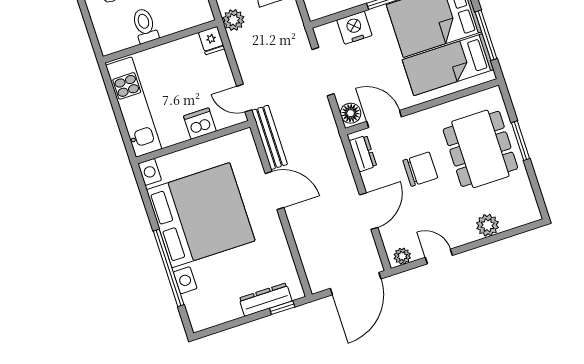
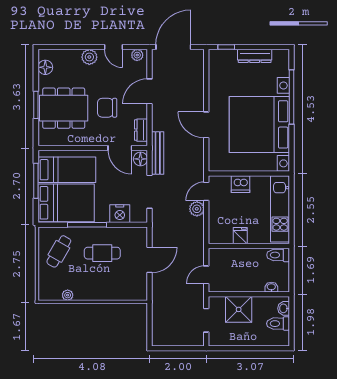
plant: (233, 20) -> (197, 209), moved
toilet: (145, 26) -> (278, 255), moved, turned 90
fridge: (212, 41) -> (240, 236), moved
door: (244, 98) -> (206, 191), swing flipped
bench: (270, 137) -> (158, 153), moved
dining table: (480, 149) -> (64, 108), turned 90
floor lamp: (524, 197) -> (45, 67), added
plant: (488, 225) -> (89, 57), moved
dresser: (265, 300) -> (255, 56), moved

